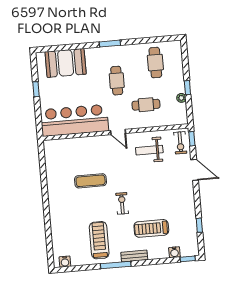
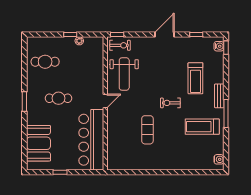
cafe table: (146, 105) -> (83, 73), removed
weight bench: (149, 150) -> (124, 74), width x1.36, depth x1.33
door: (195, 170) -> (165, 34), moved
water cooler: (174, 252) -> (219, 46), moved

